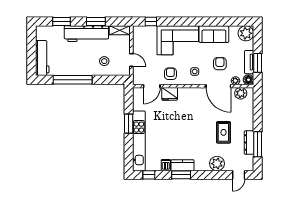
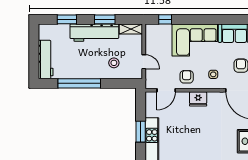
fridge: (170, 94) -> (198, 99), moved

